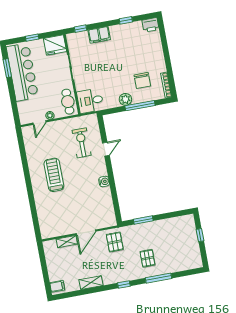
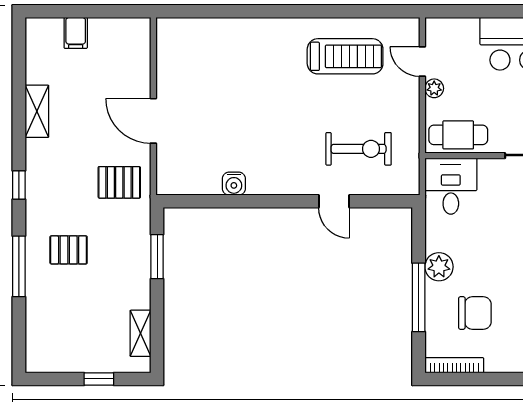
chair: (142, 80) -> (475, 313), turned 180
treadmill: (54, 175) -> (345, 56), moved
water cooler: (104, 181) -> (234, 184), moved
shelving: (67, 242) -> (140, 333), moved
filing cabinet: (57, 286) -> (76, 33), moved

